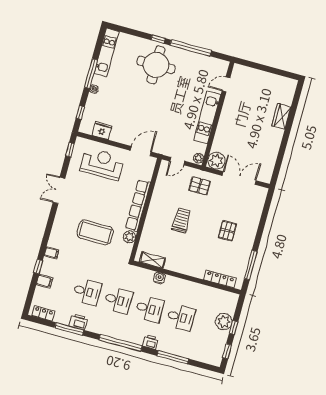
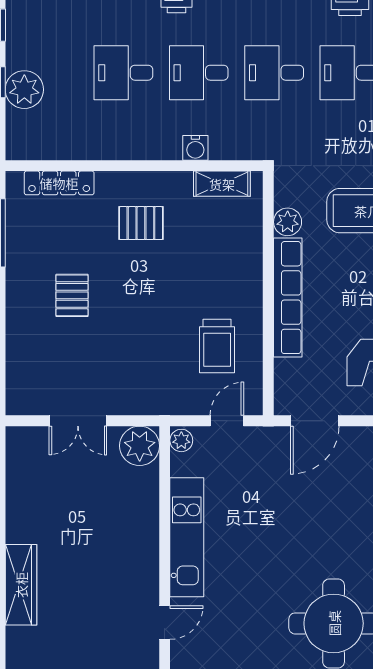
wardrobe: (281, 116) -> (21, 585), width x1.50
double door: (239, 178) -> (78, 421), width x0.73
pallet: (200, 186) -> (141, 223), moved
trolley: (181, 220) -> (217, 346), moved

